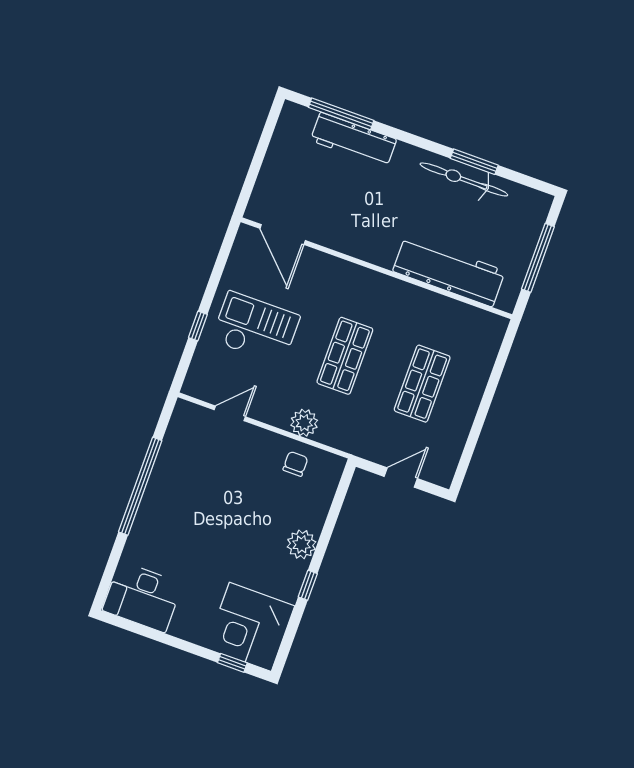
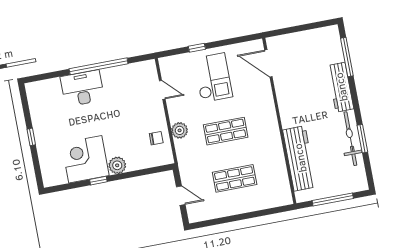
workbench: (353, 140) -> (341, 87), moved
door: (283, 234) -> (268, 63), hinge flipped
desk: (142, 597) -> (82, 88), moved, turned 90
corner desk: (250, 627) -> (85, 159), moved
window: (232, 663) -> (31, 137), moved

